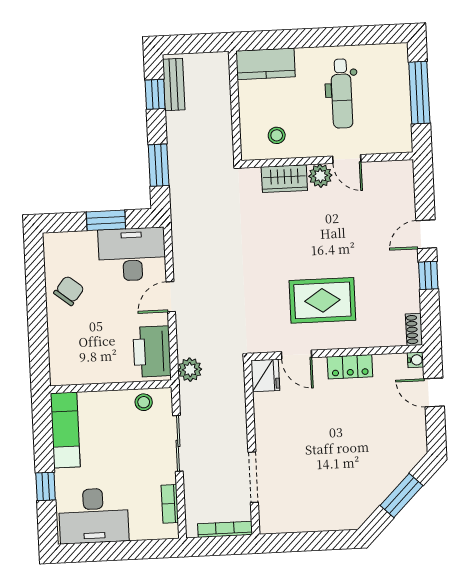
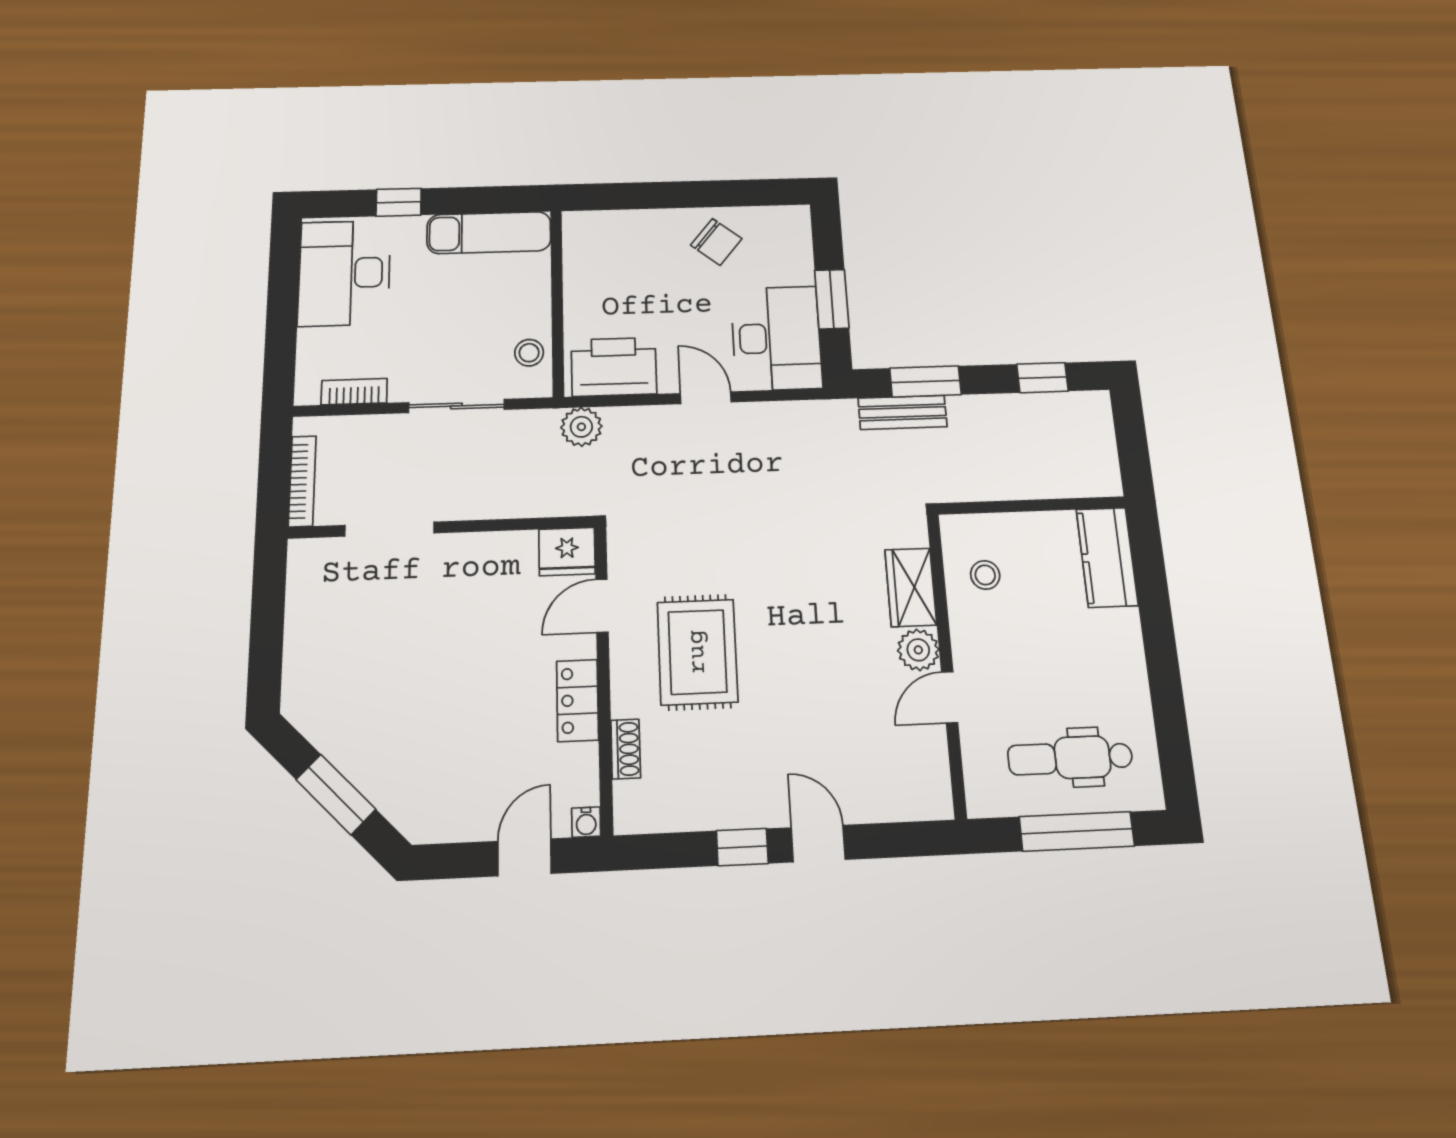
bench: (174, 84) -> (903, 412), moved
dental chair: (342, 93) -> (1070, 758), moved
shoe rack: (414, 329) -> (626, 749), moved, turned 90

